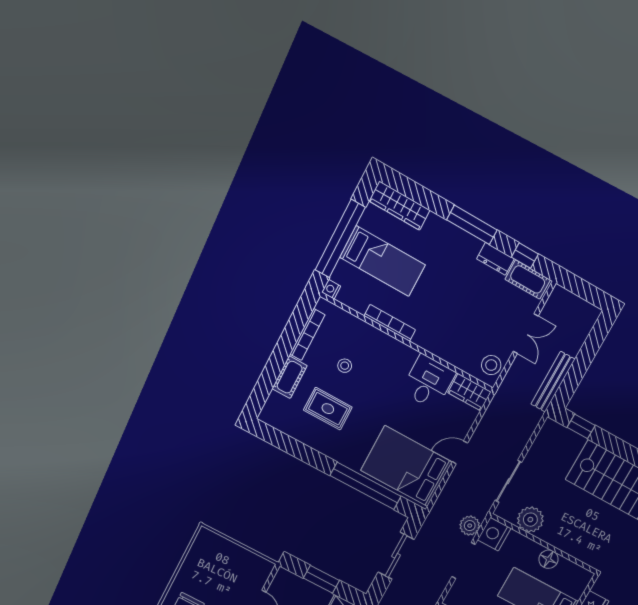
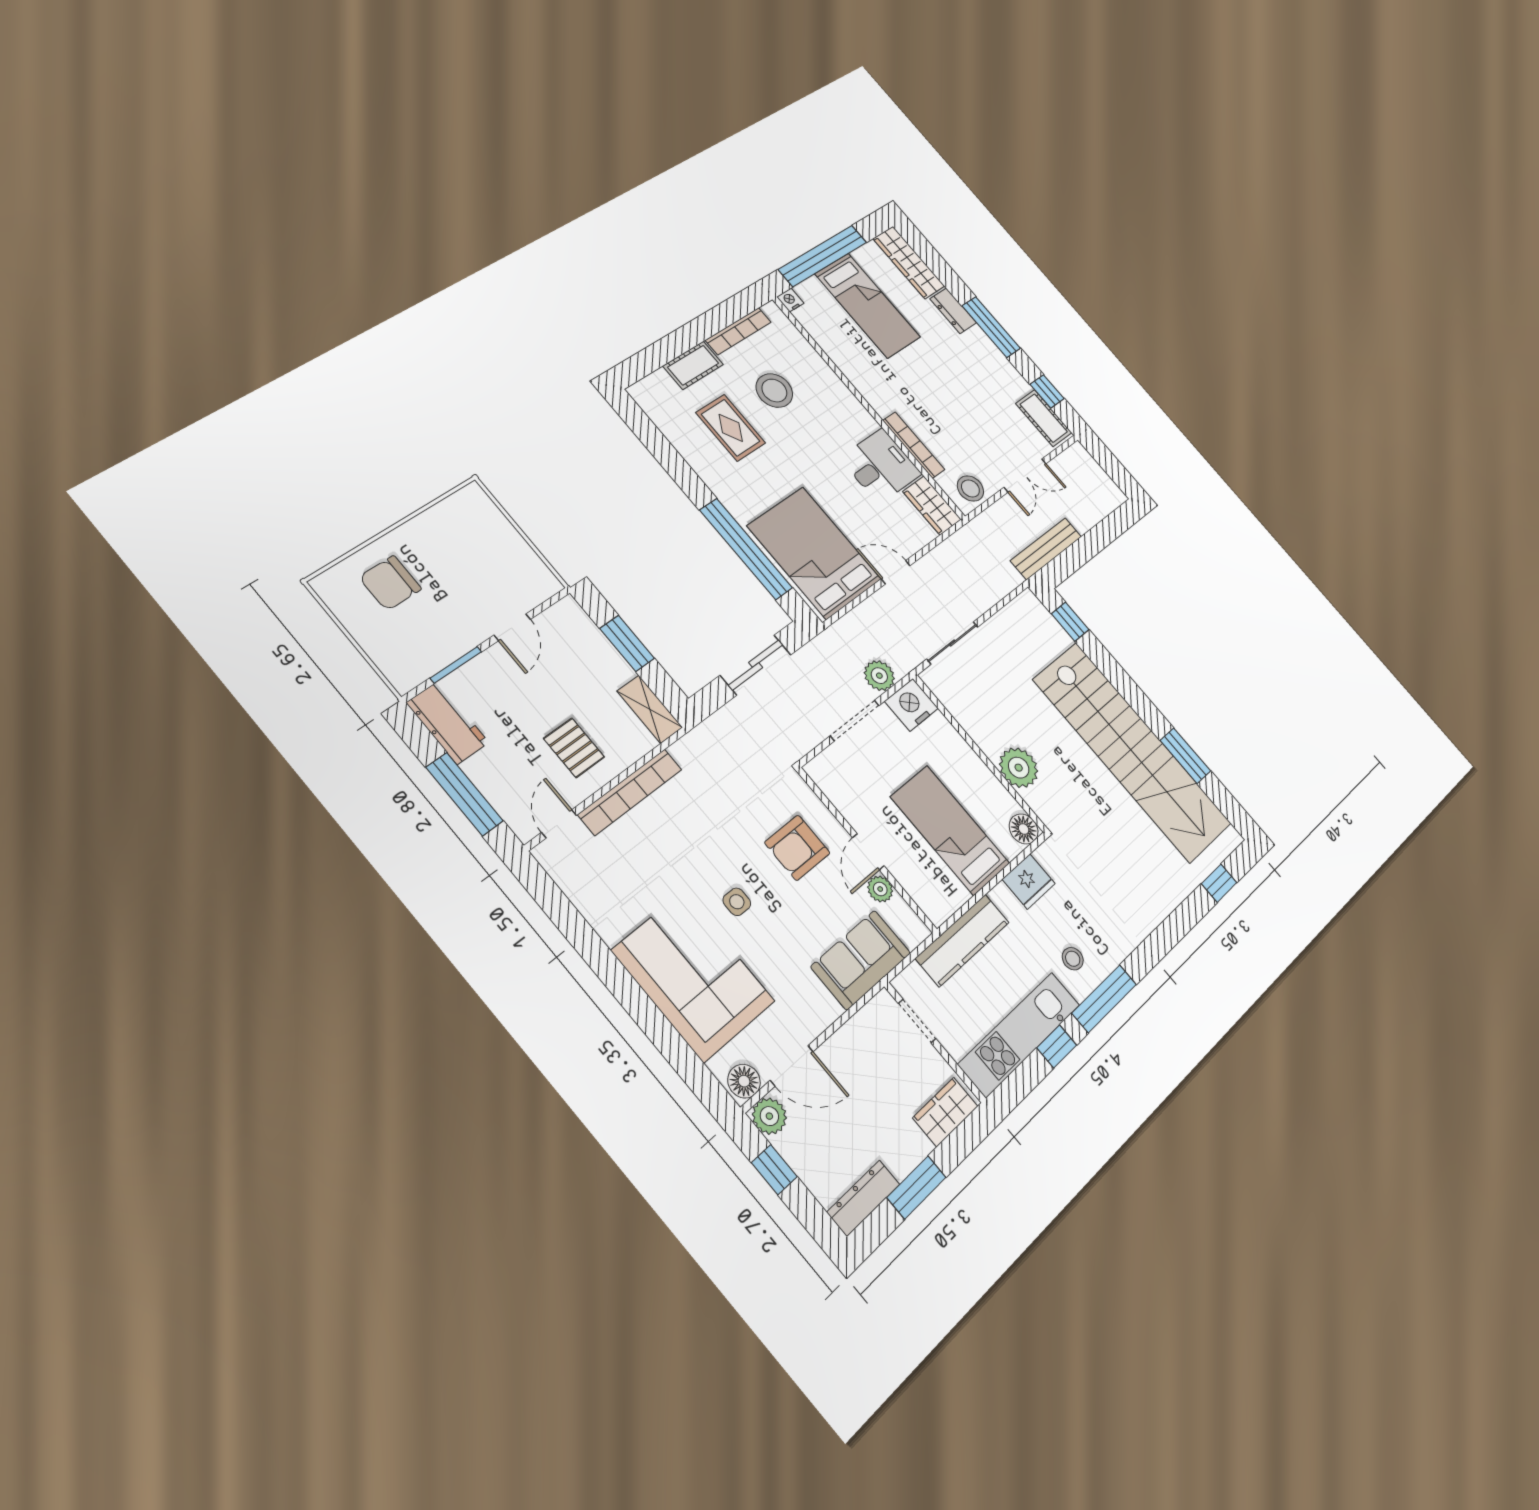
dresser: (495, 259) -> (953, 311), moved
bookcase: (390, 323) -> (914, 445), moved
stool: (345, 366) -> (774, 391), width x1.89, depth x1.89
plant: (530, 520) -> (1019, 768), moved
floor lamp: (548, 559) -> (1024, 829), moved

